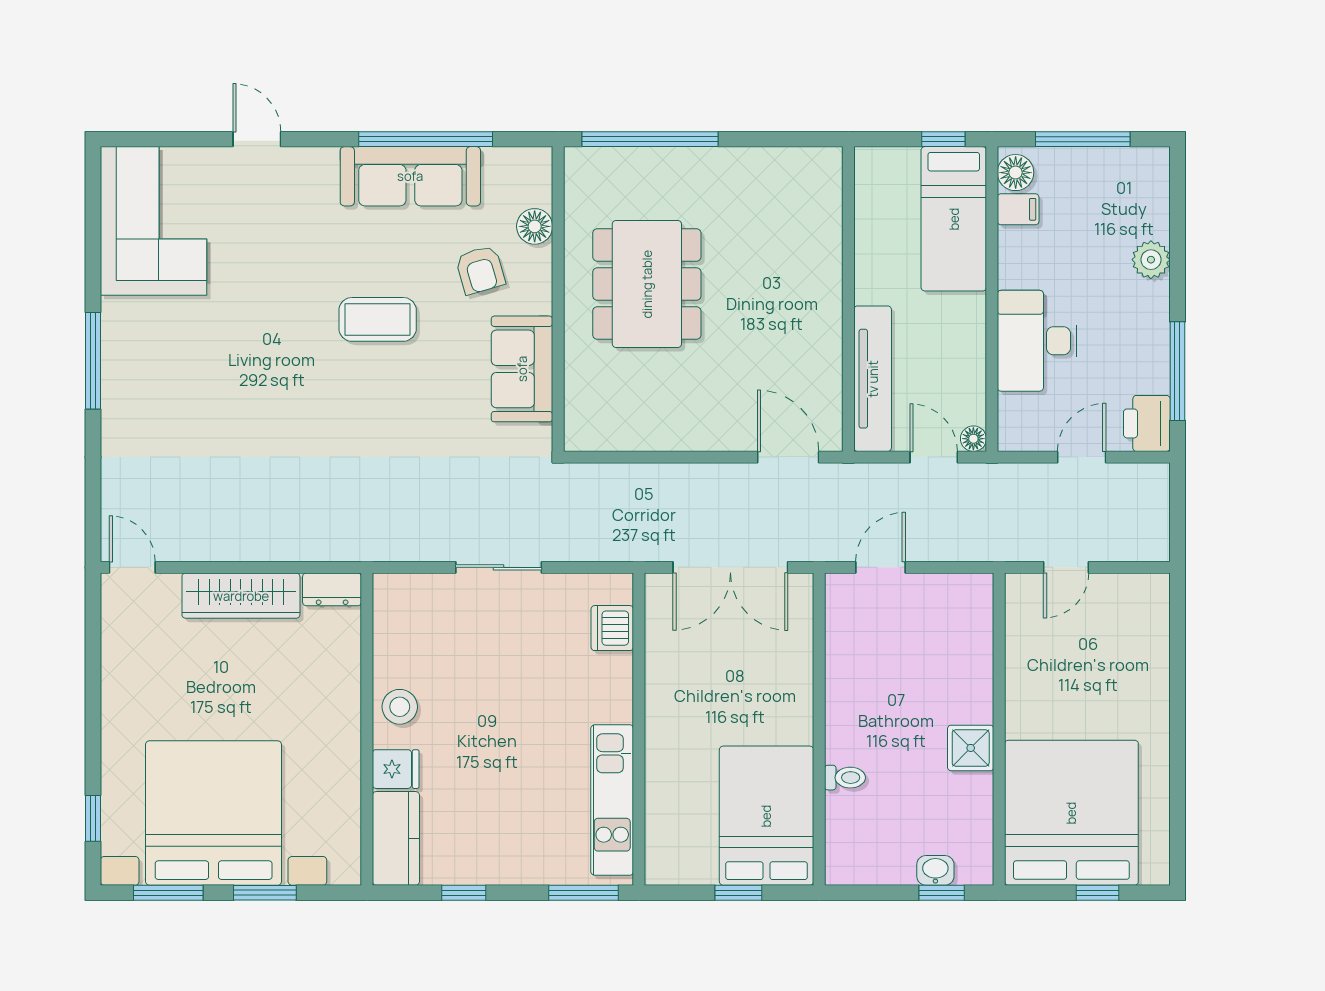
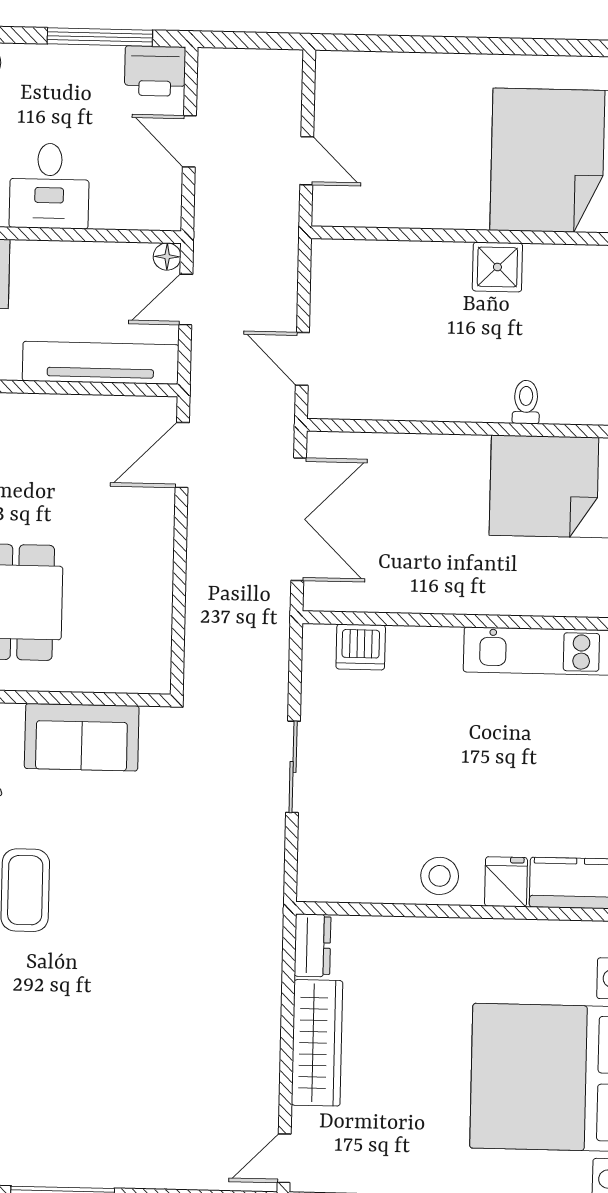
desk: (1037, 341) -> (49, 186), width x0.73

